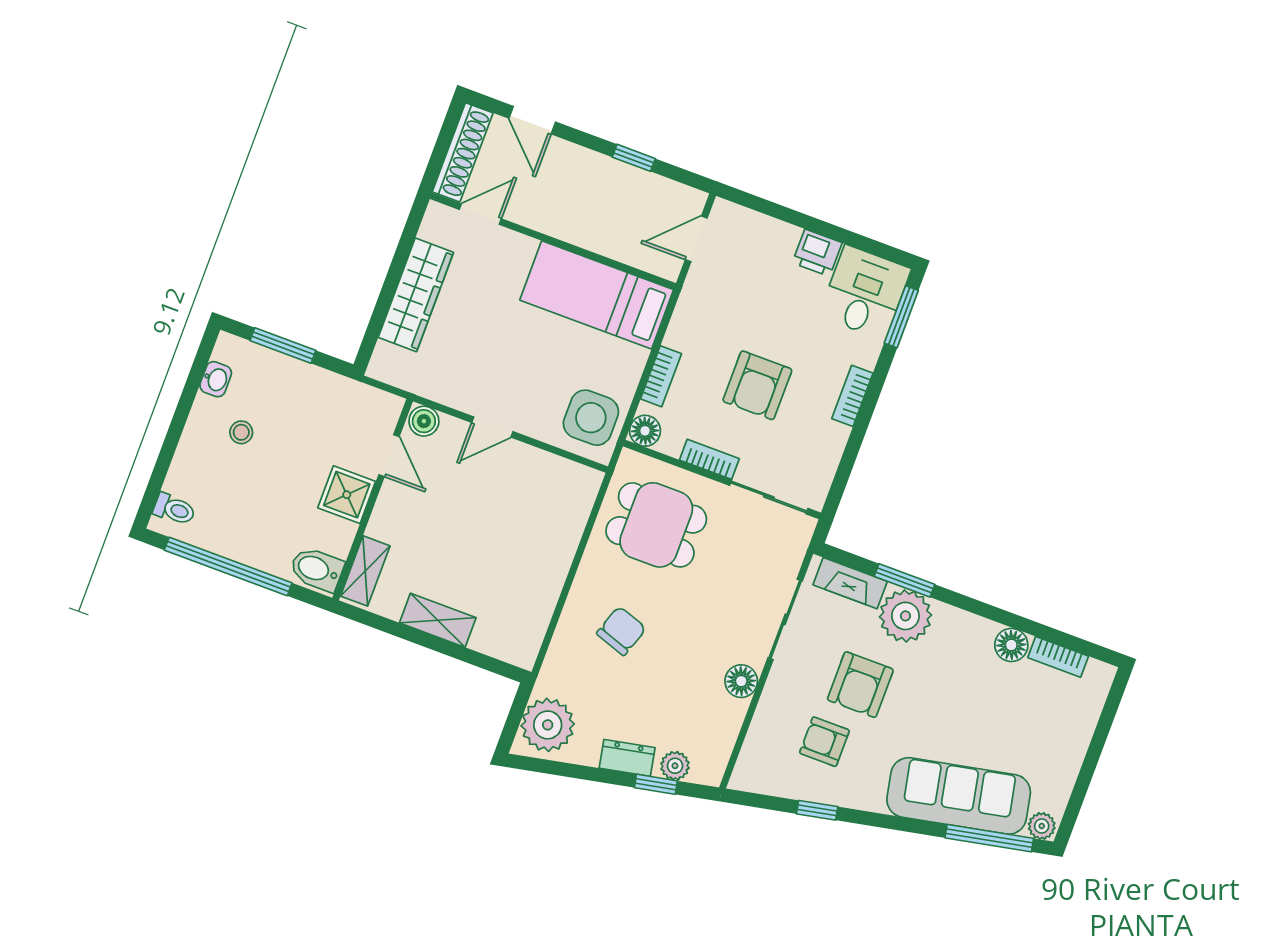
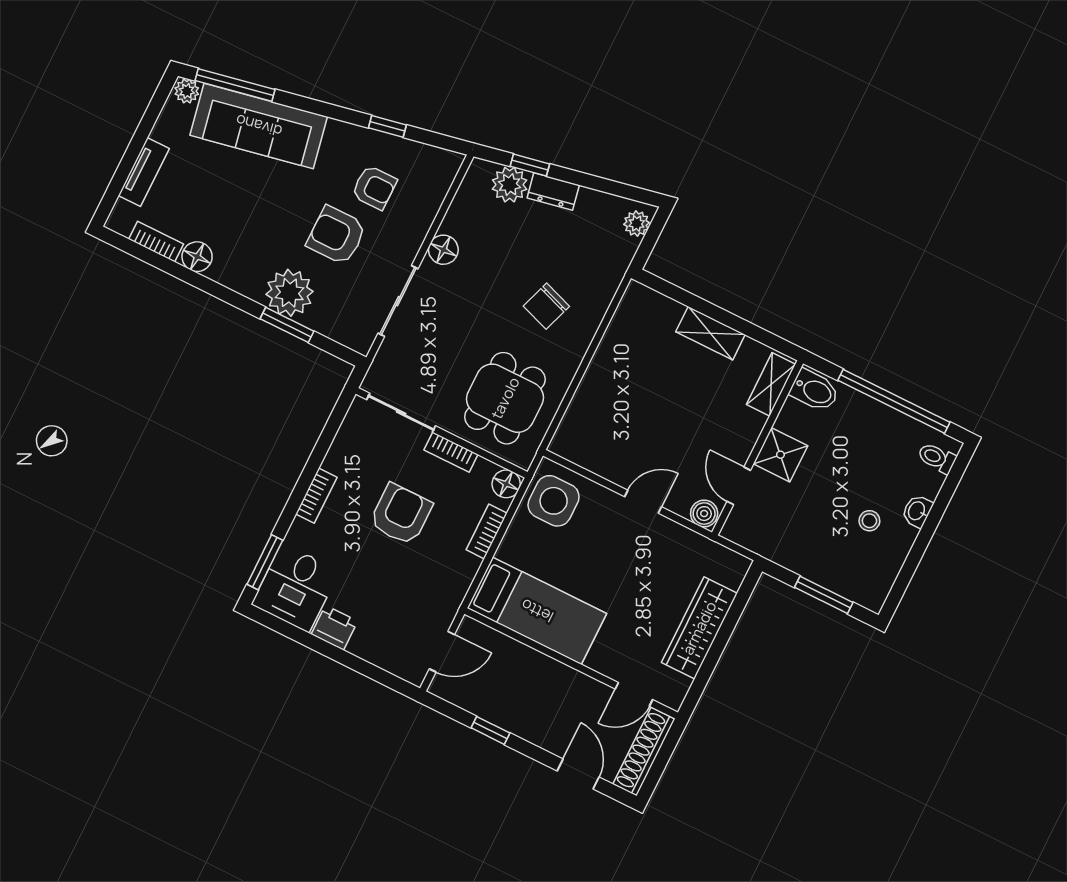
washbasin: (216, 379) -> (917, 511), moved
dining table: (656, 525) -> (505, 398), turned 90
fireplace: (850, 583) -> (336, 328), removed
armchair: (860, 685) -> (337, 235), turned -90
plant: (548, 725) -> (637, 224), width x0.53, depth x0.53
tv unit: (1080, 732) -> (144, 172), added
plant: (675, 766) -> (510, 185), width x1.38, depth x1.38

